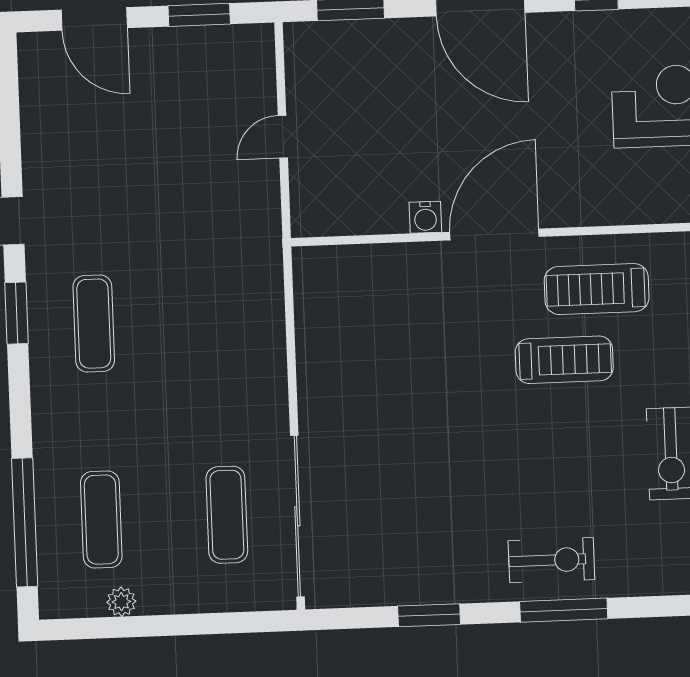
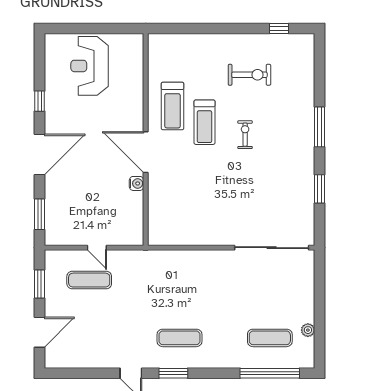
treadmill: (564, 360) -> (204, 122), turned 180
exercise mat: (227, 515) -> (89, 280), moved
exercise bike: (551, 560) -> (245, 135), moved, width x0.73, depth x0.72

